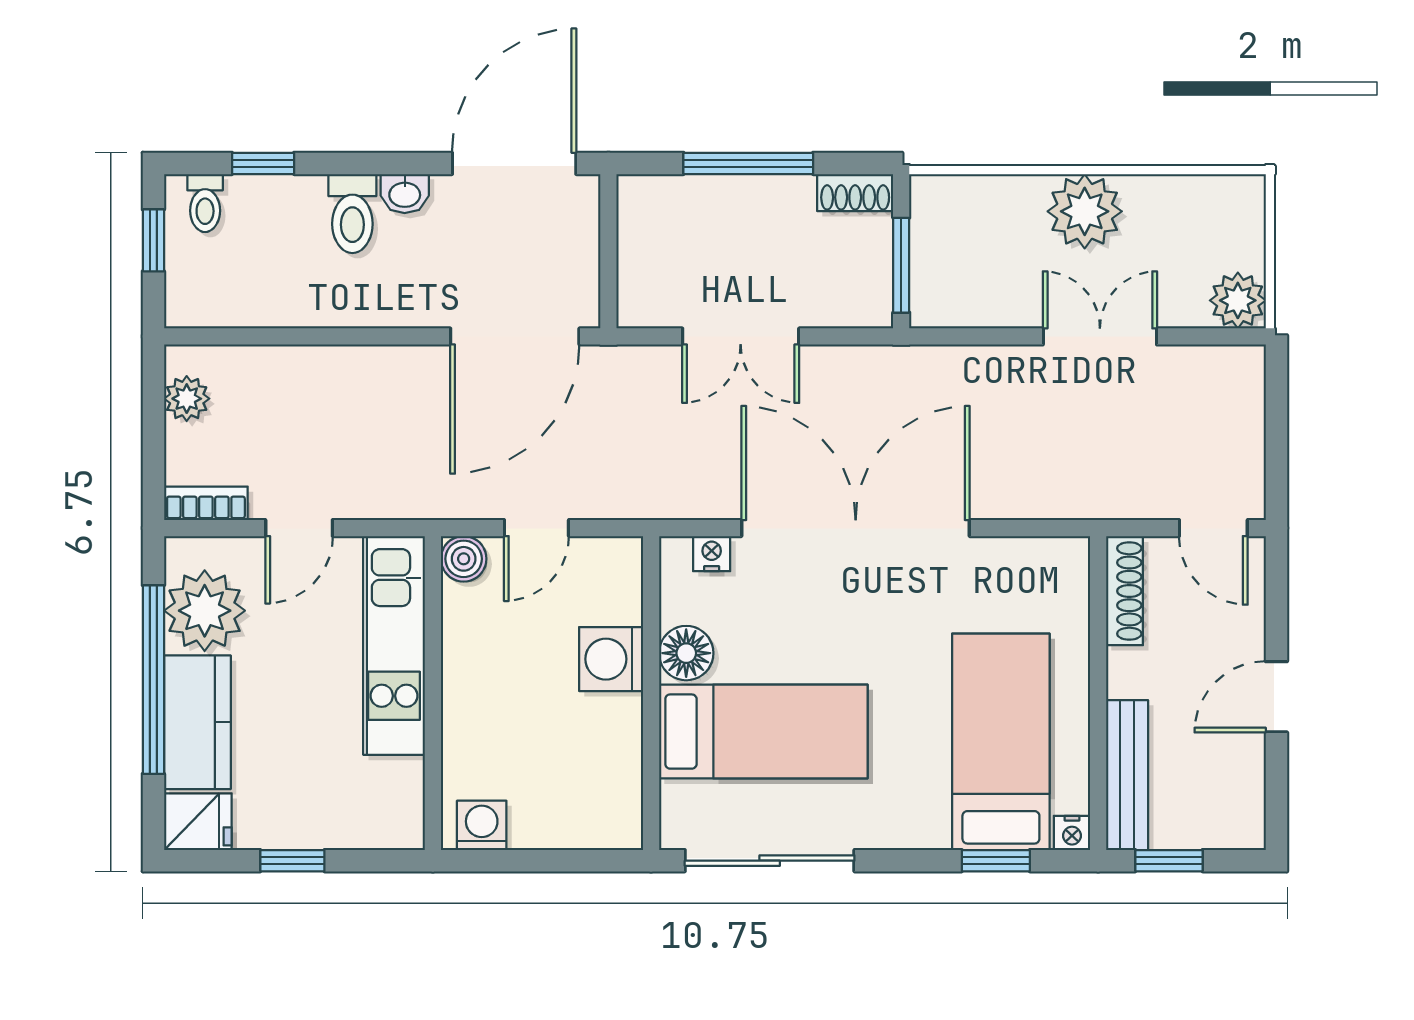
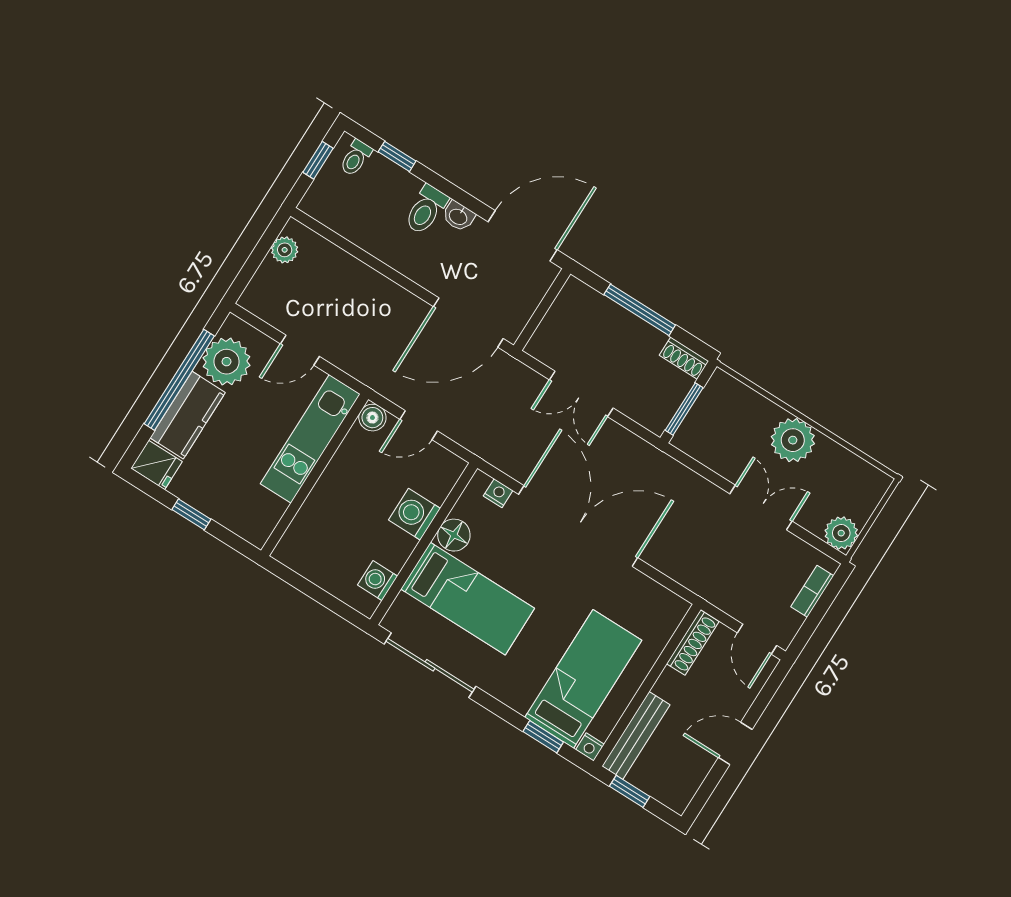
bookcase: (206, 503) -> (812, 591), moved, turned -90
washing machine: (482, 825) -> (378, 581), moved, turned -90

